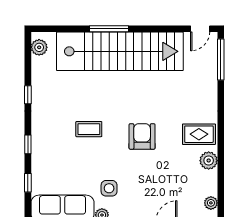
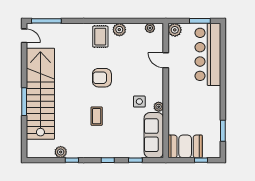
plant: (39, 47) -> (61, 152), moved

